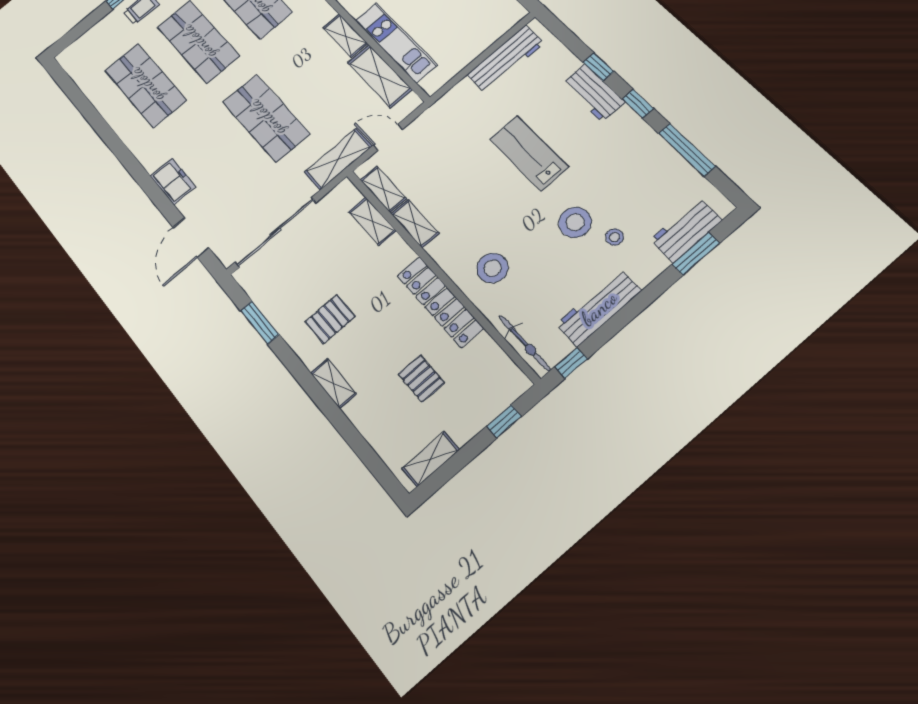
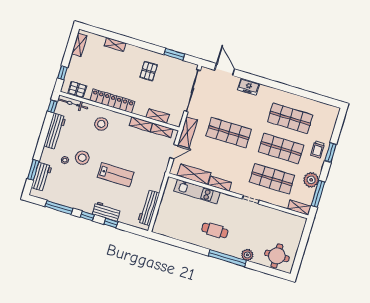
pallet: (421, 378) -> (77, 89), moved
shelving: (333, 383) -> (115, 44), moved

